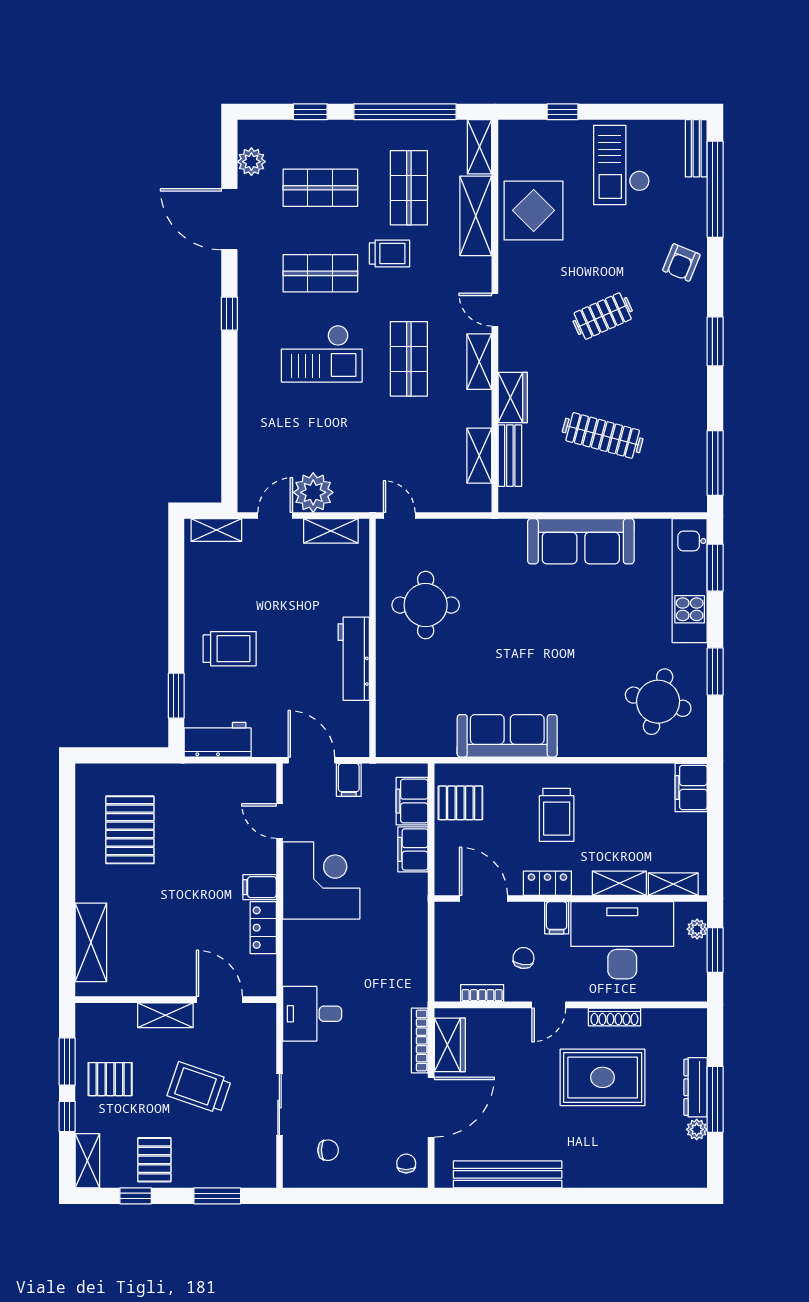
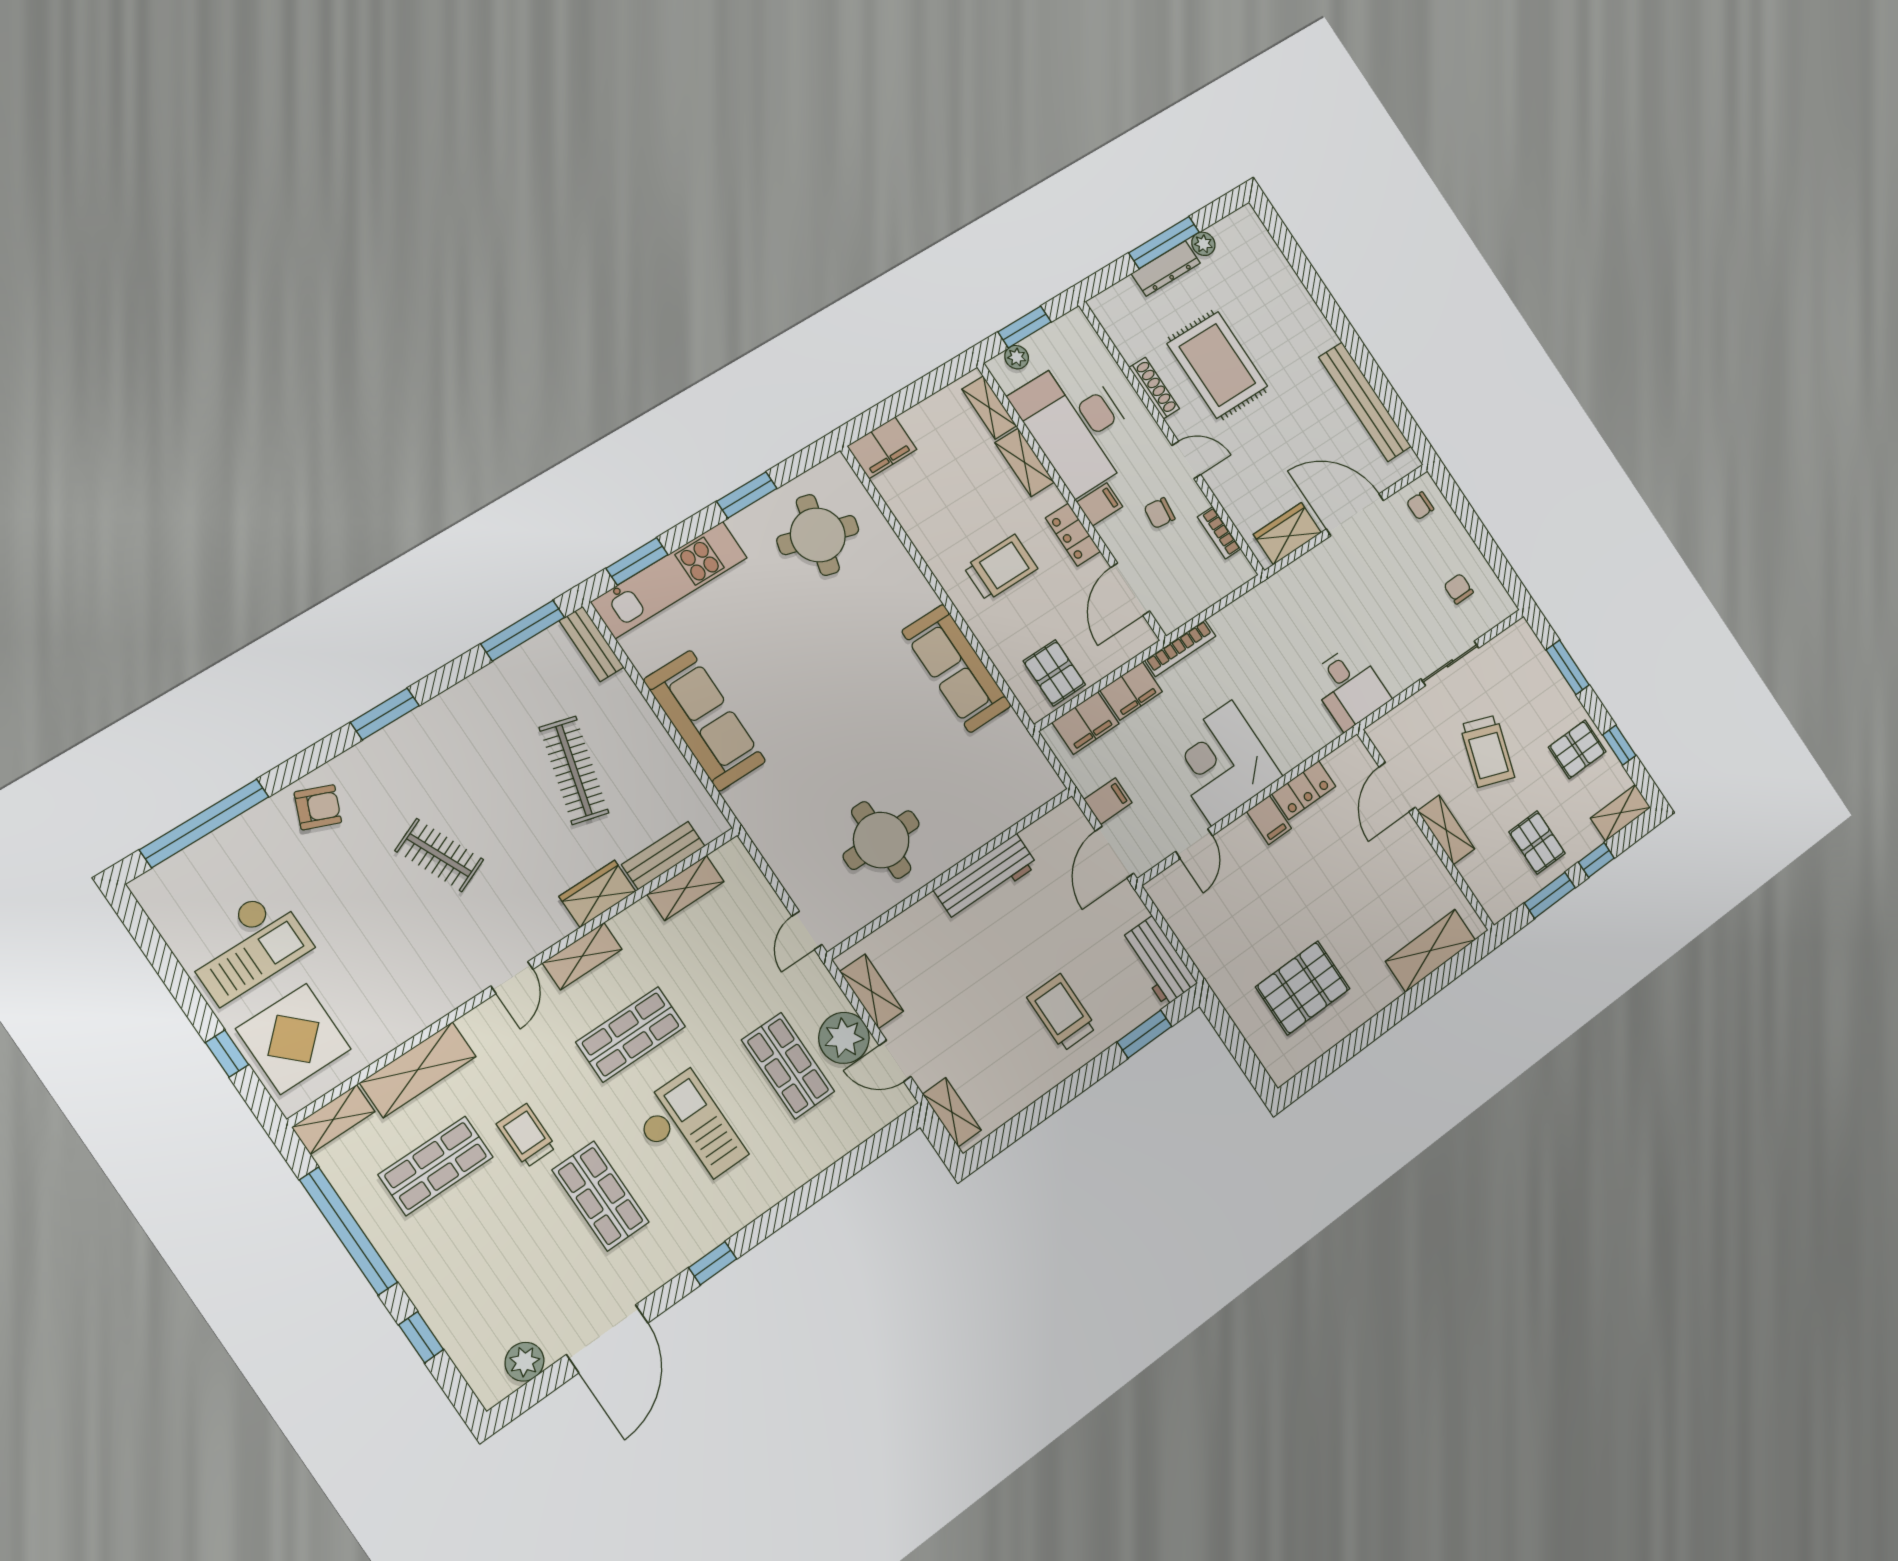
bench: (696, 148) -> (592, 644), moved, turned 90
shop shelf: (320, 188) -> (788, 1066), moved
display table: (534, 210) -> (293, 1039), moved
bookcase: (420, 1040) -> (1180, 648), moved

